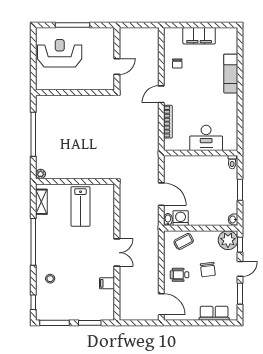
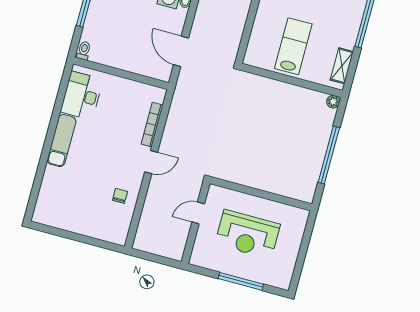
filing cabinet: (199, 36) -> (83, 224), removed
reception desk: (60, 53) -> (248, 234), moved
exam couch: (231, 74) -> (62, 141), moved
desk: (206, 138) -> (82, 96), moved, turned -90
door: (161, 194) -> (181, 51), moved

